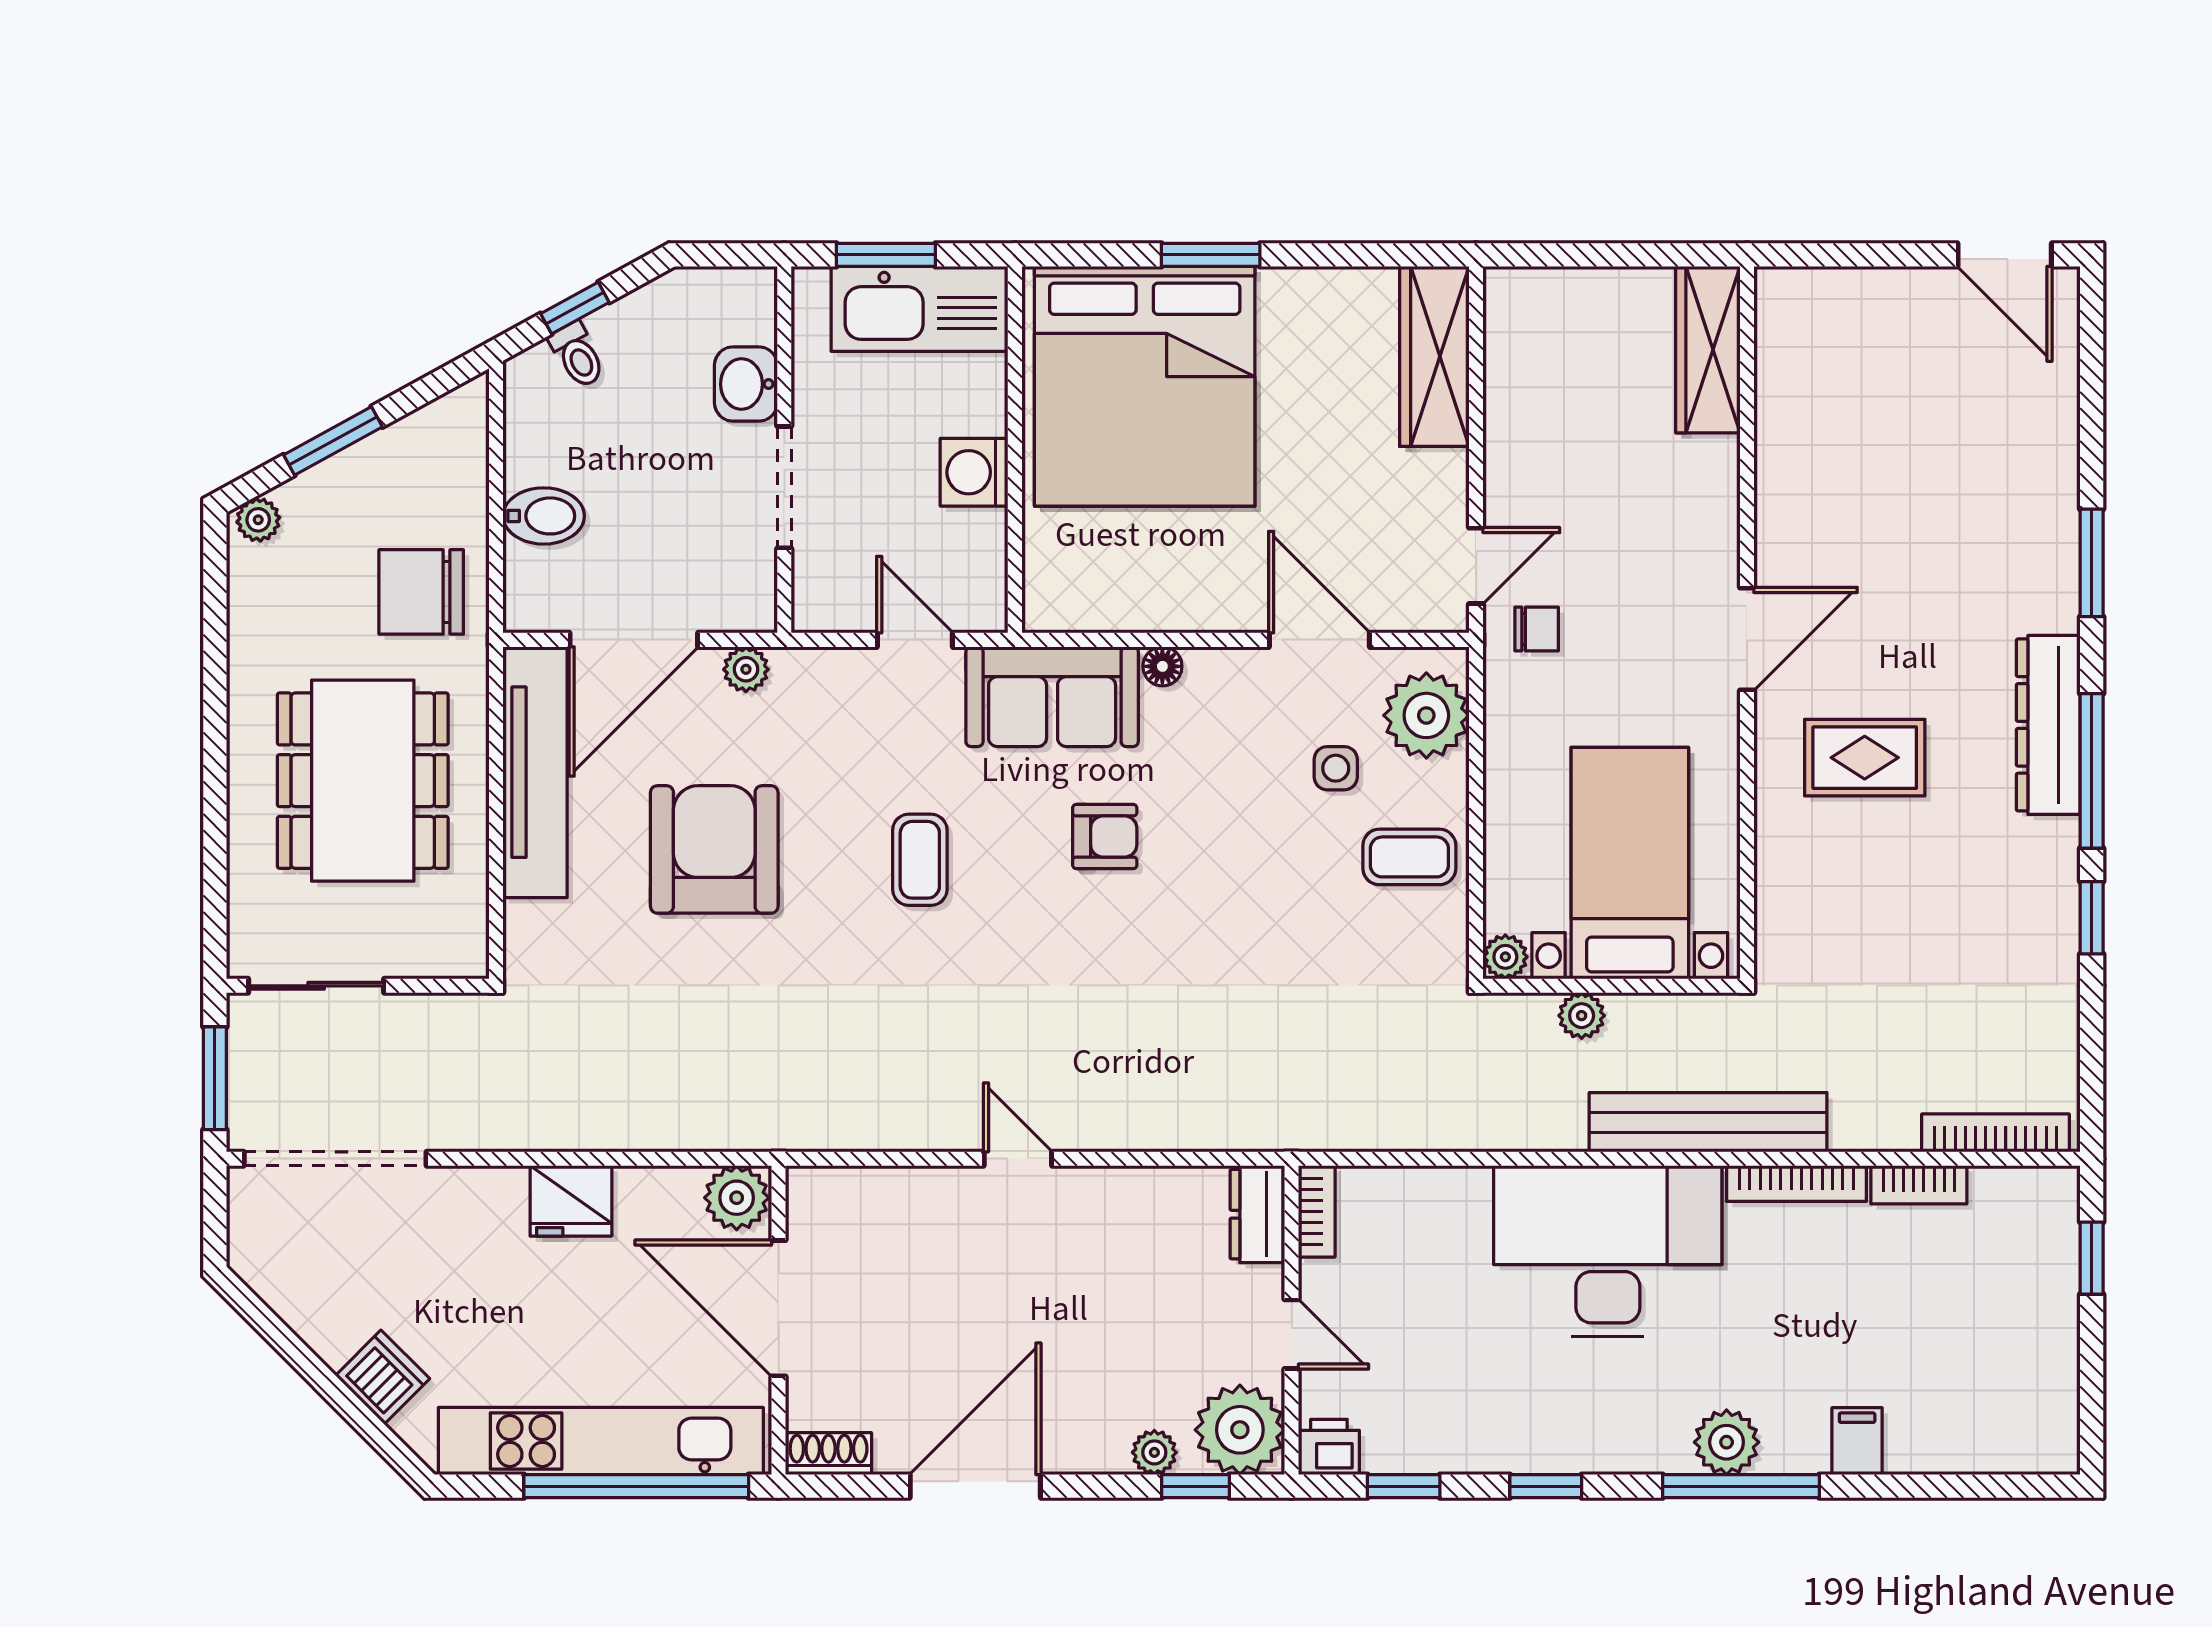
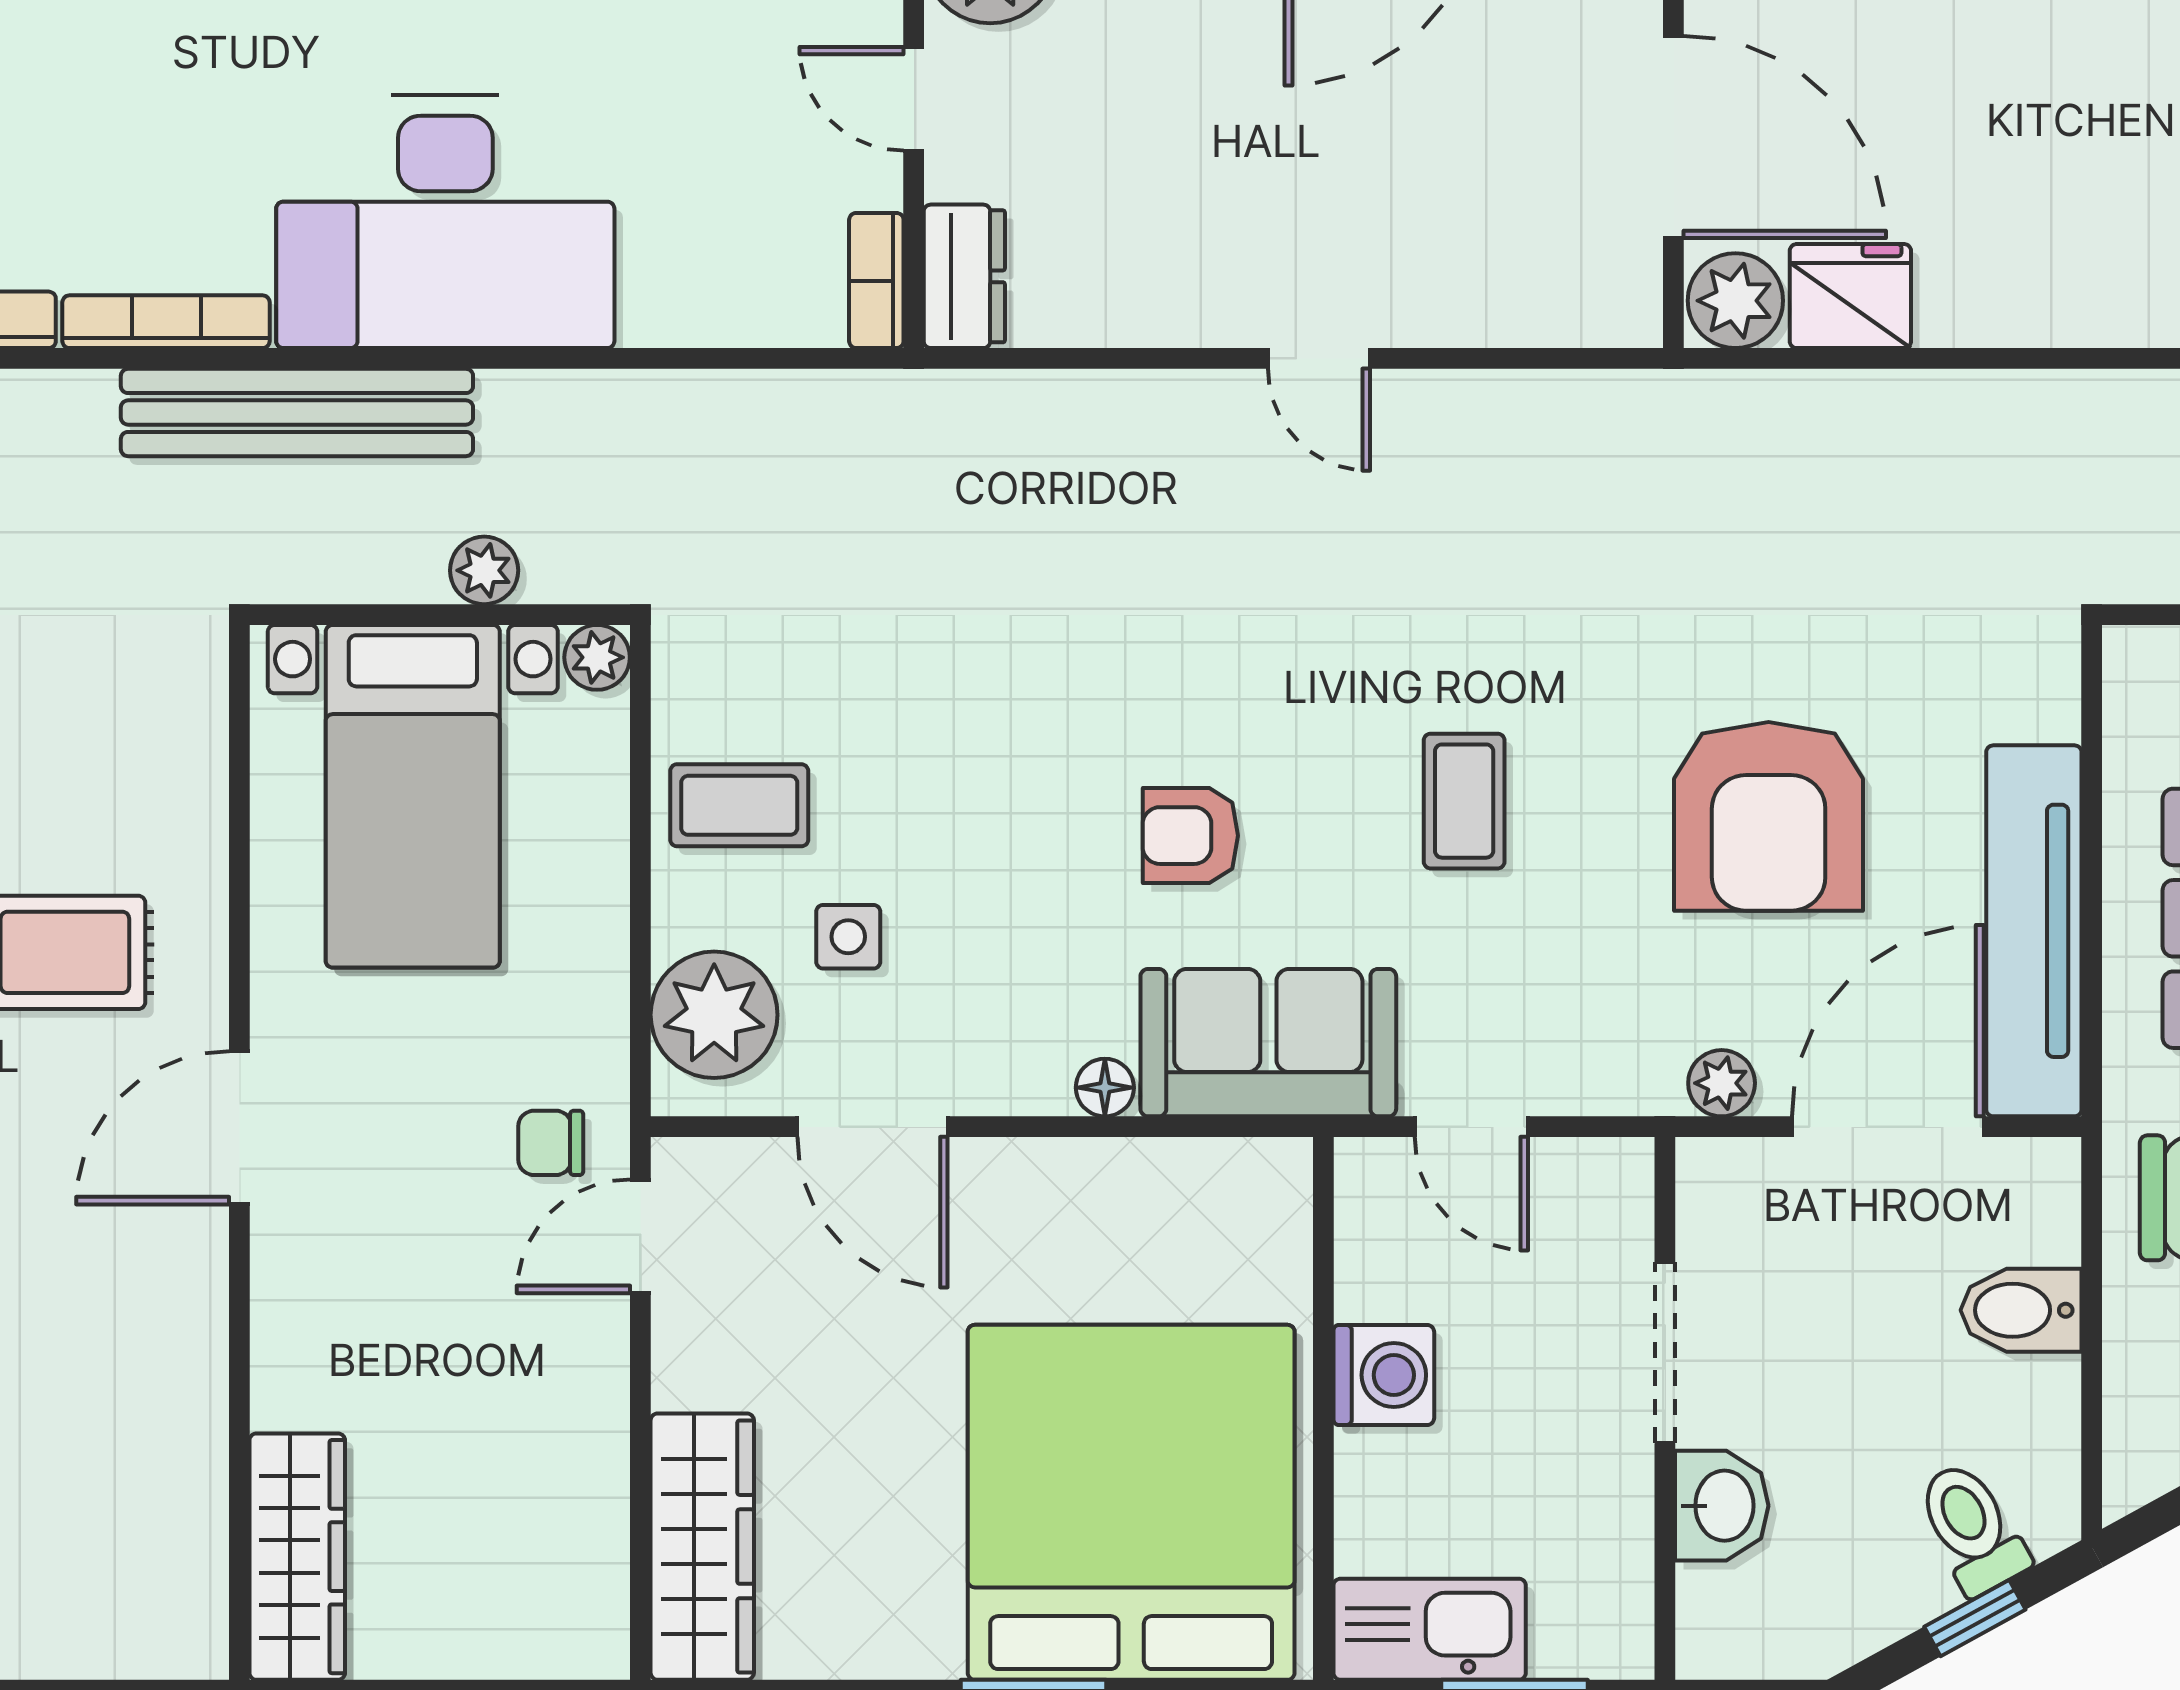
kitchen sink: (920, 309) -> (1430, 1629), width x0.73, depth x0.81
toilet: (577, 355) -> (1972, 1528), width x1.37, depth x1.39
fridge: (571, 1201) -> (1850, 296), moved

